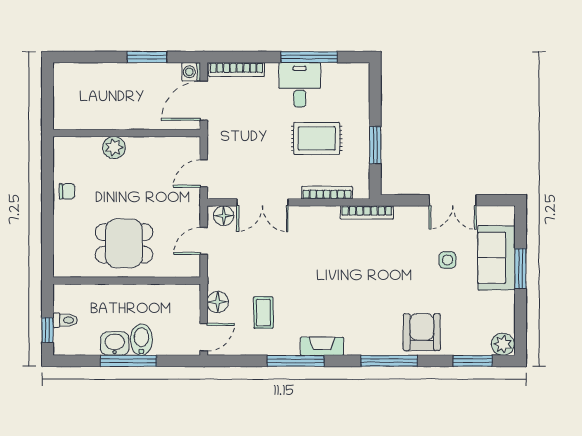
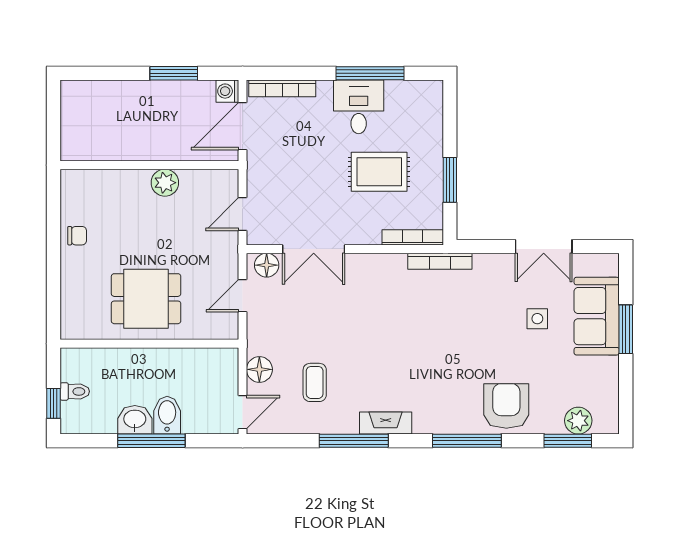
plant: (114, 148) -> (165, 183), moved
bookcase: (327, 193) -> (413, 237), moved
plant: (503, 344) -> (578, 421), moved

